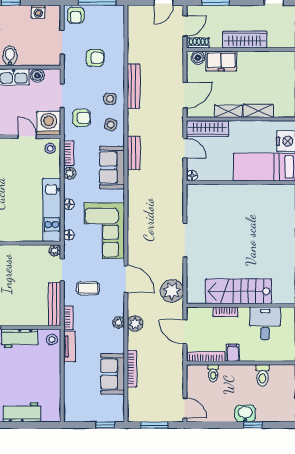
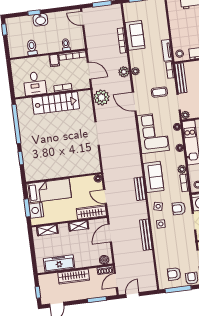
armchair: (95, 58) -> (174, 274), moved
freezer: (221, 61) -> (59, 263), moved, width x1.40
shelving: (258, 111) -> (47, 230), moved

